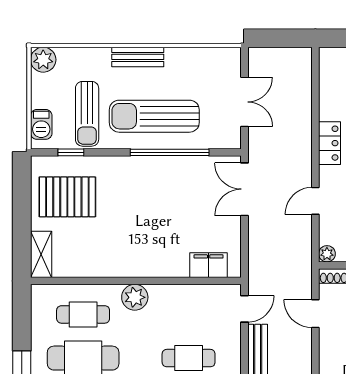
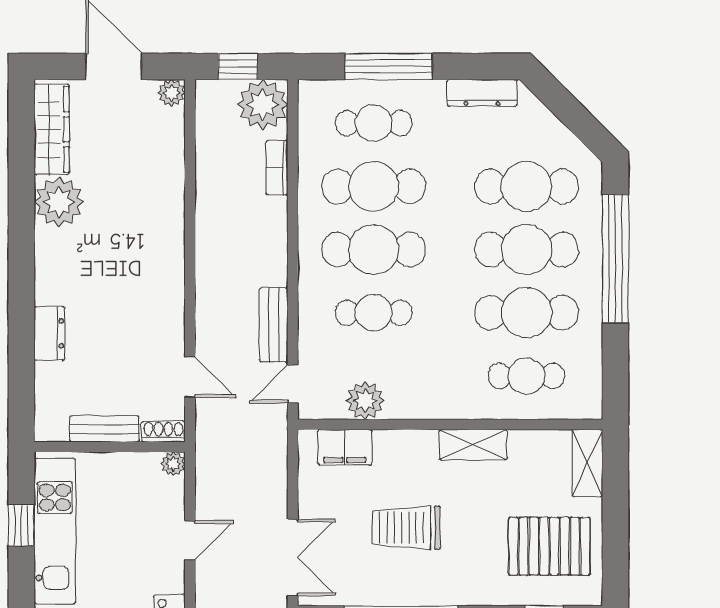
trolley: (166, 210) -> (406, 528), added
shelving: (120, 267) -> (473, 445), added
plant: (135, 297) -> (365, 401), moved

